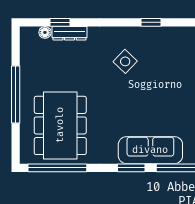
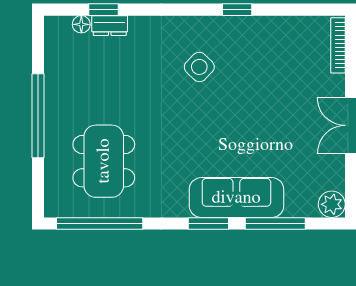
dresser: (70, 33) -> (110, 26), width x0.70
dining table: (60, 125) -> (104, 161), width x0.73, depth x0.80

